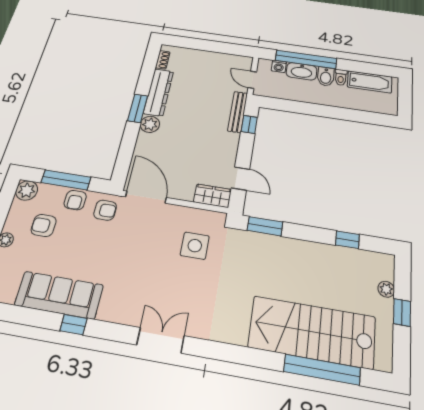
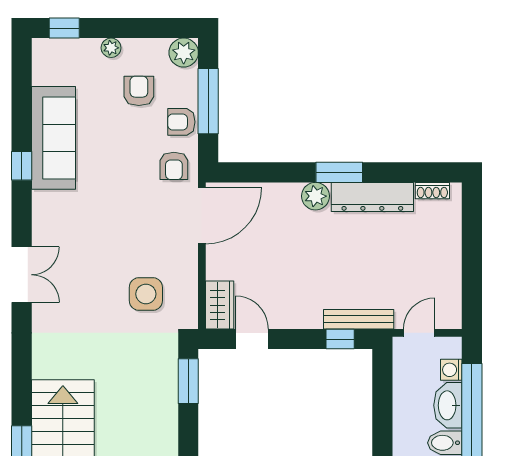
door: (240, 179) -> (252, 339), swing flipped

